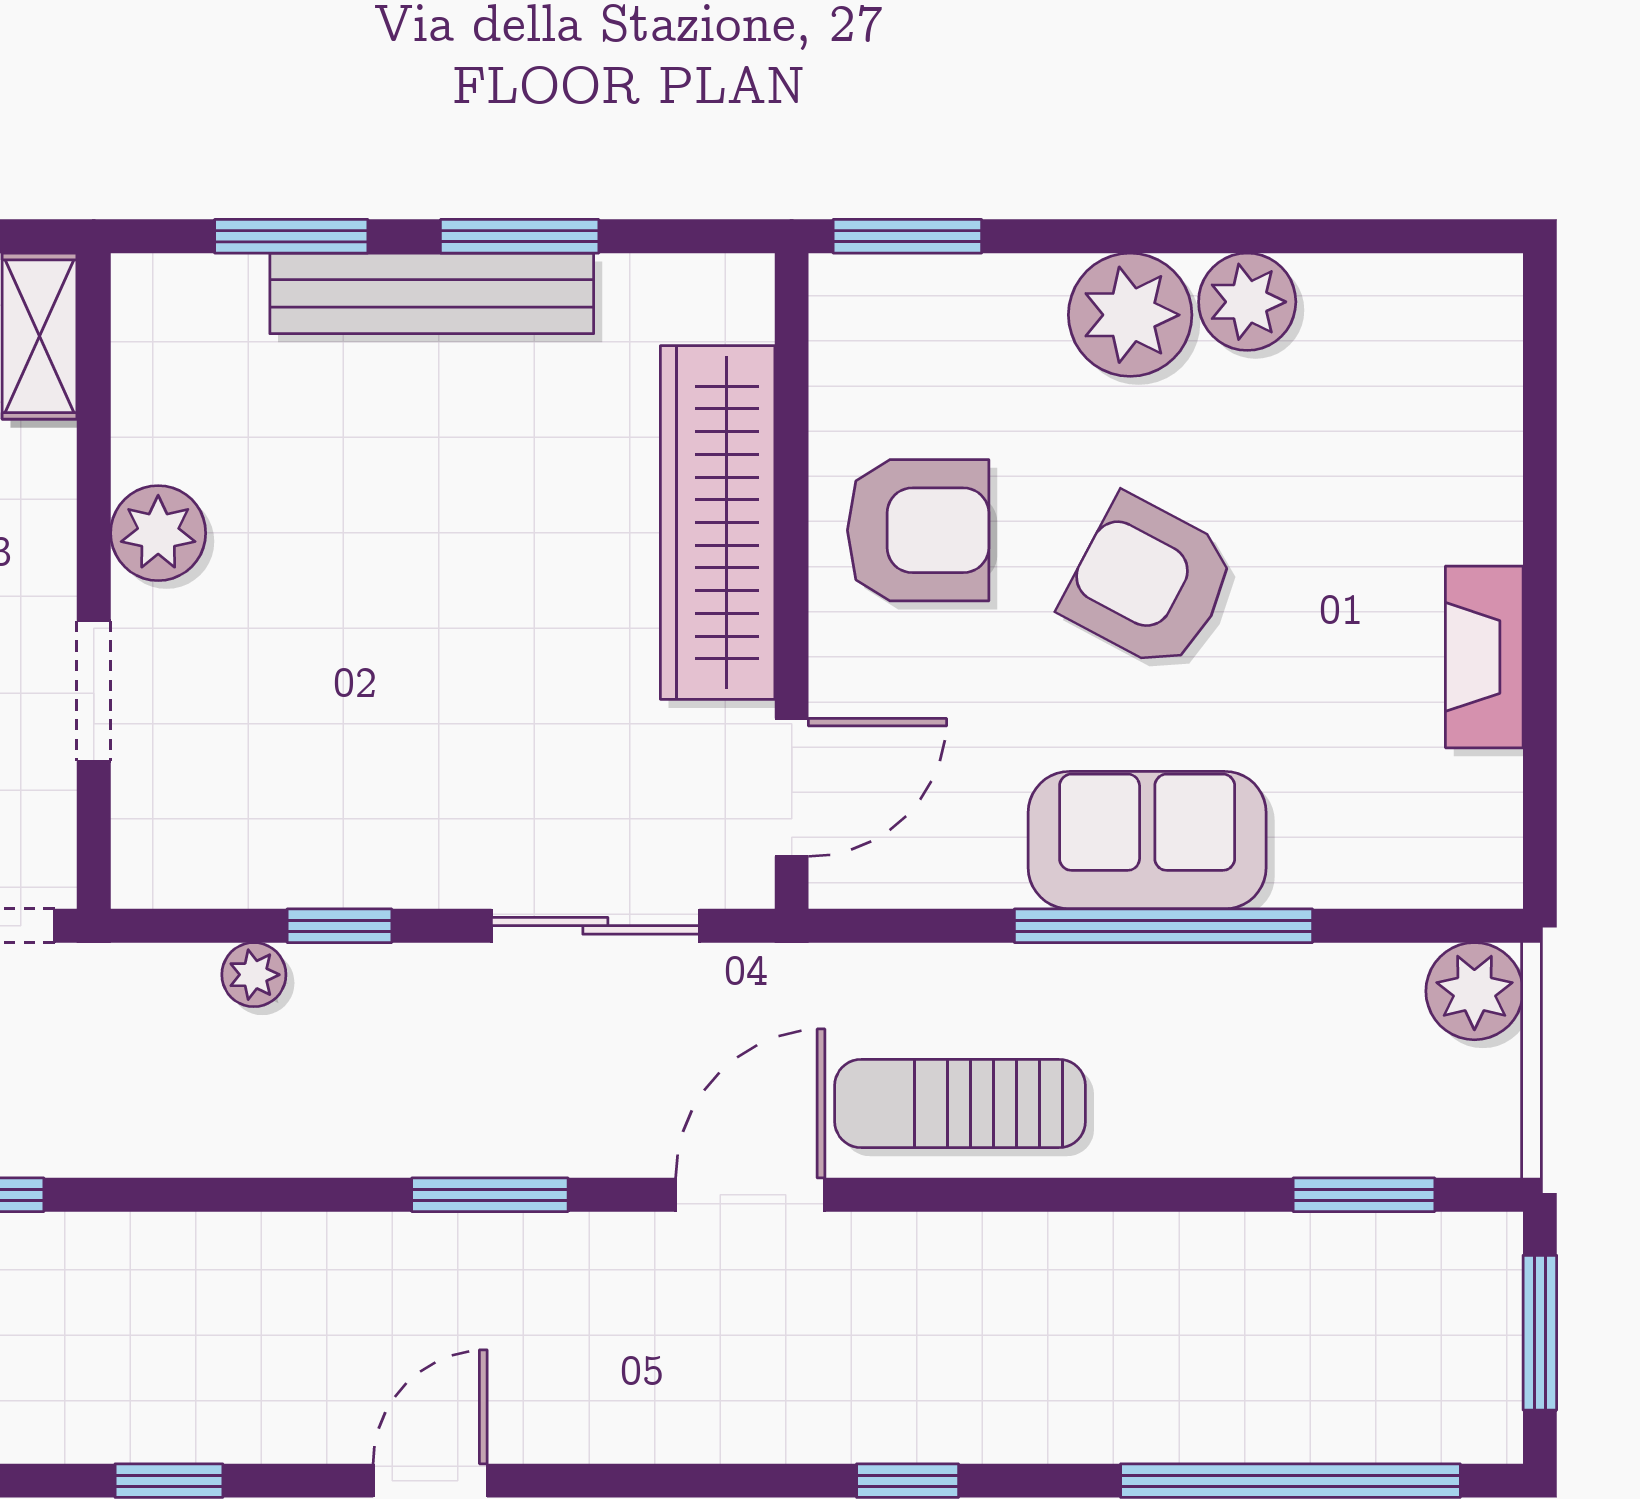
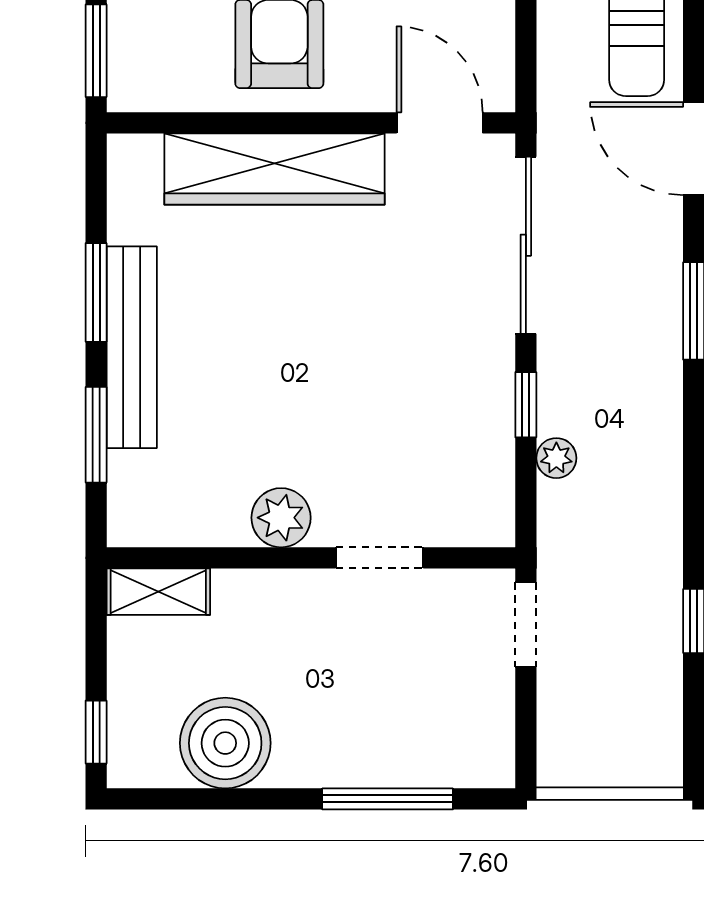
sliding door: (595, 926) -> (526, 245), width x1.37

